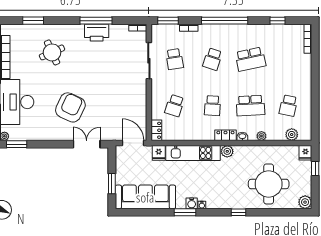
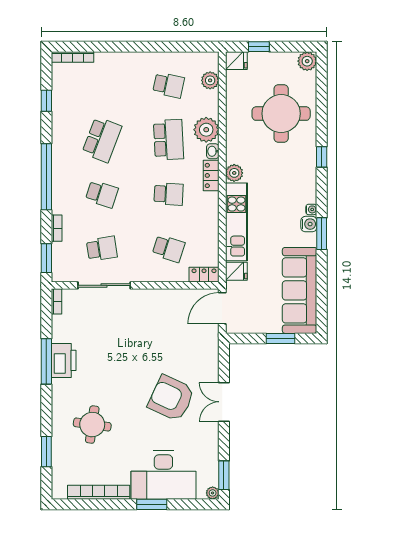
round table: (52, 52) -> (92, 425), turned 32
school desk: (250, 59) -> (102, 140), turned 33
plant: (261, 136) -> (206, 130), width x1.88, depth x1.88
double door: (87, 144) -> (224, 402), moved

